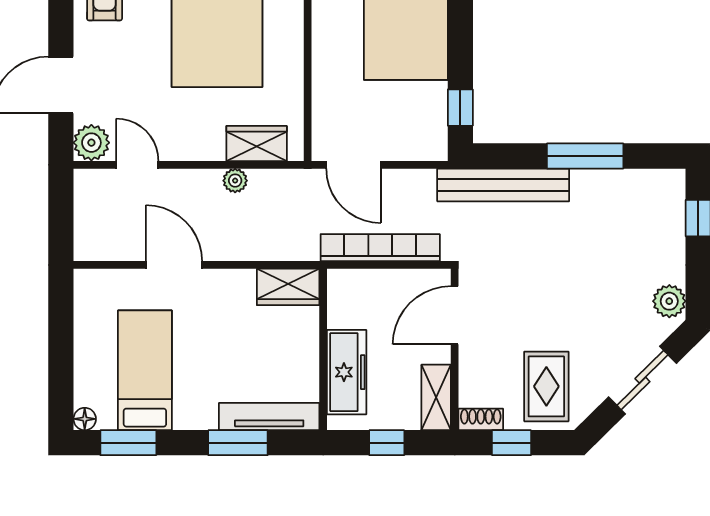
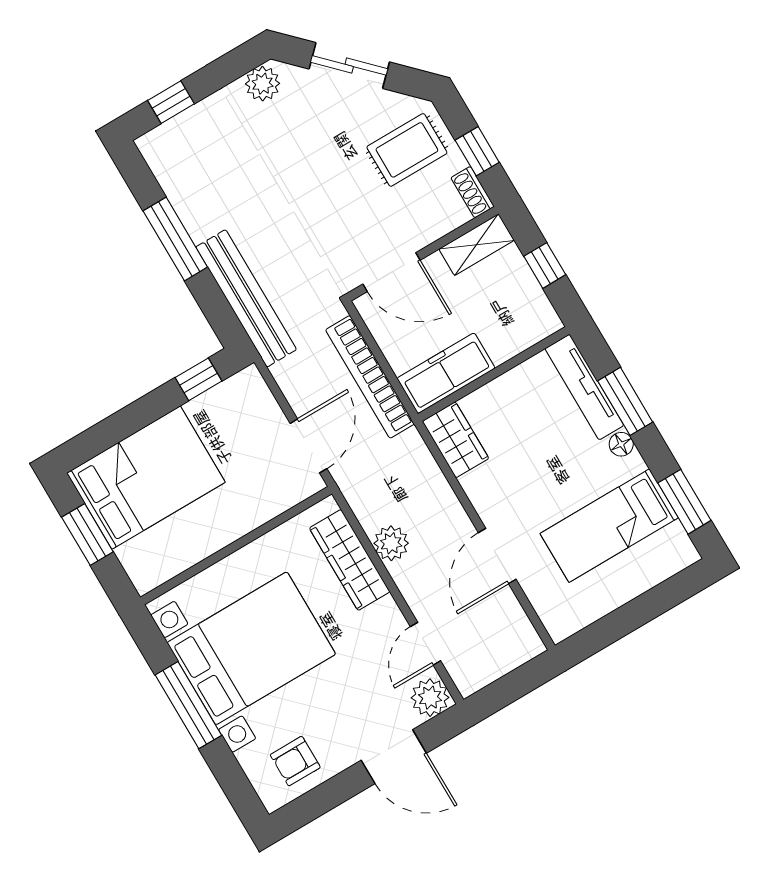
wardrobe: (257, 143) -> (350, 560), width x1.50
plant: (235, 181) -> (391, 543), width x1.38, depth x1.38
freezer: (347, 372) -> (446, 373), moved
floor lamp: (85, 419) -> (621, 444), moved

